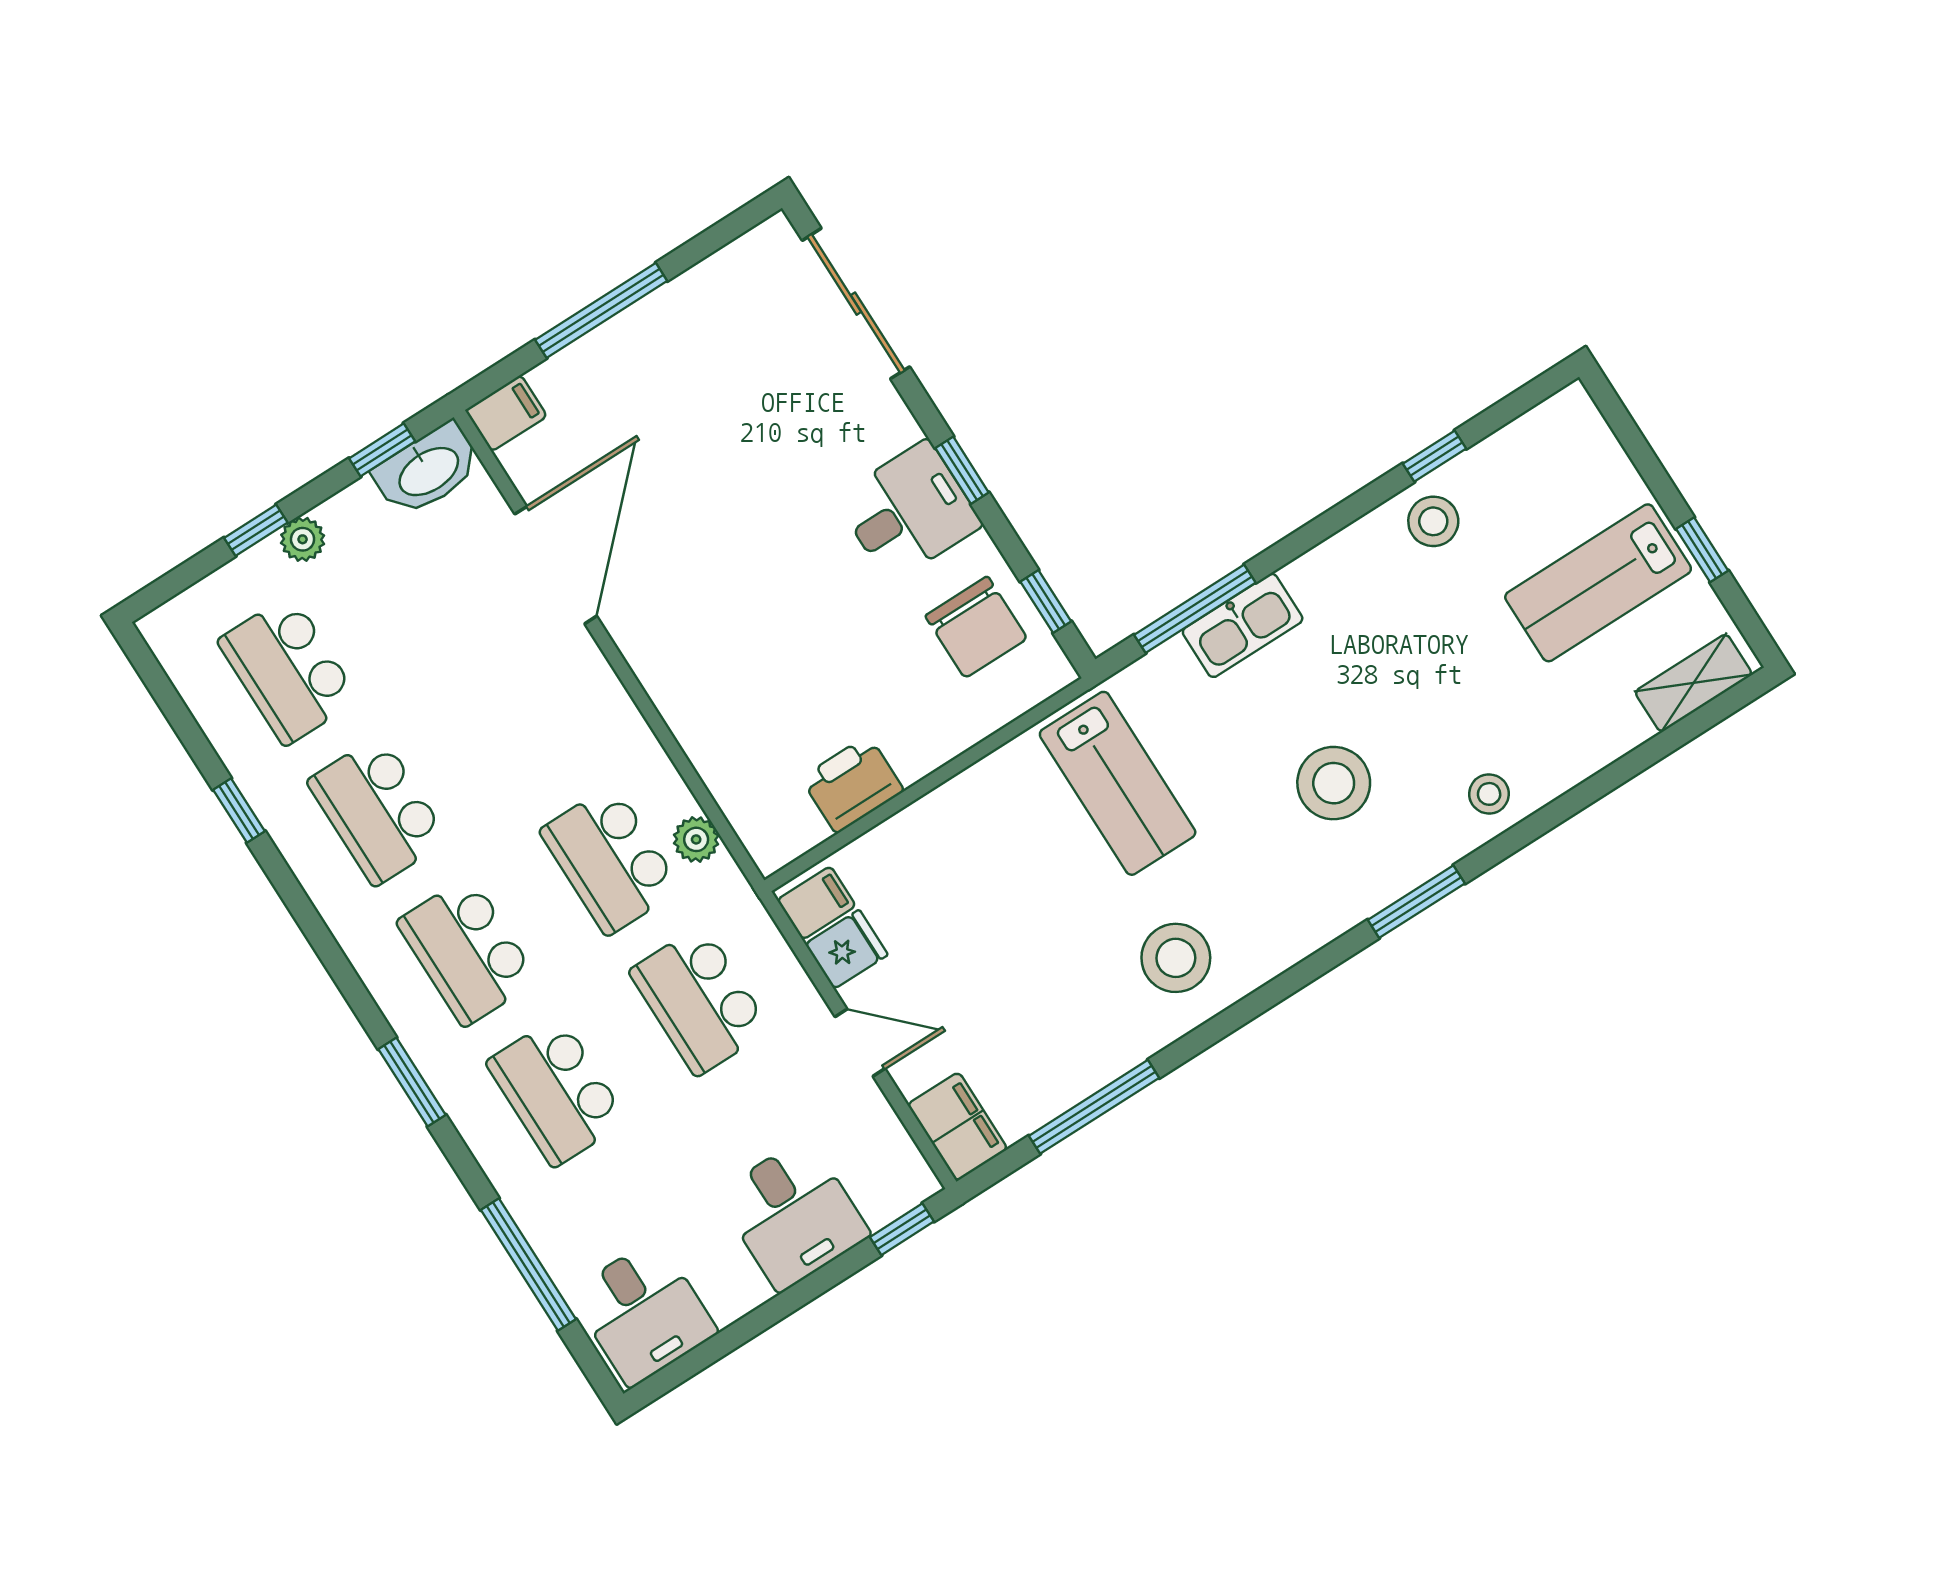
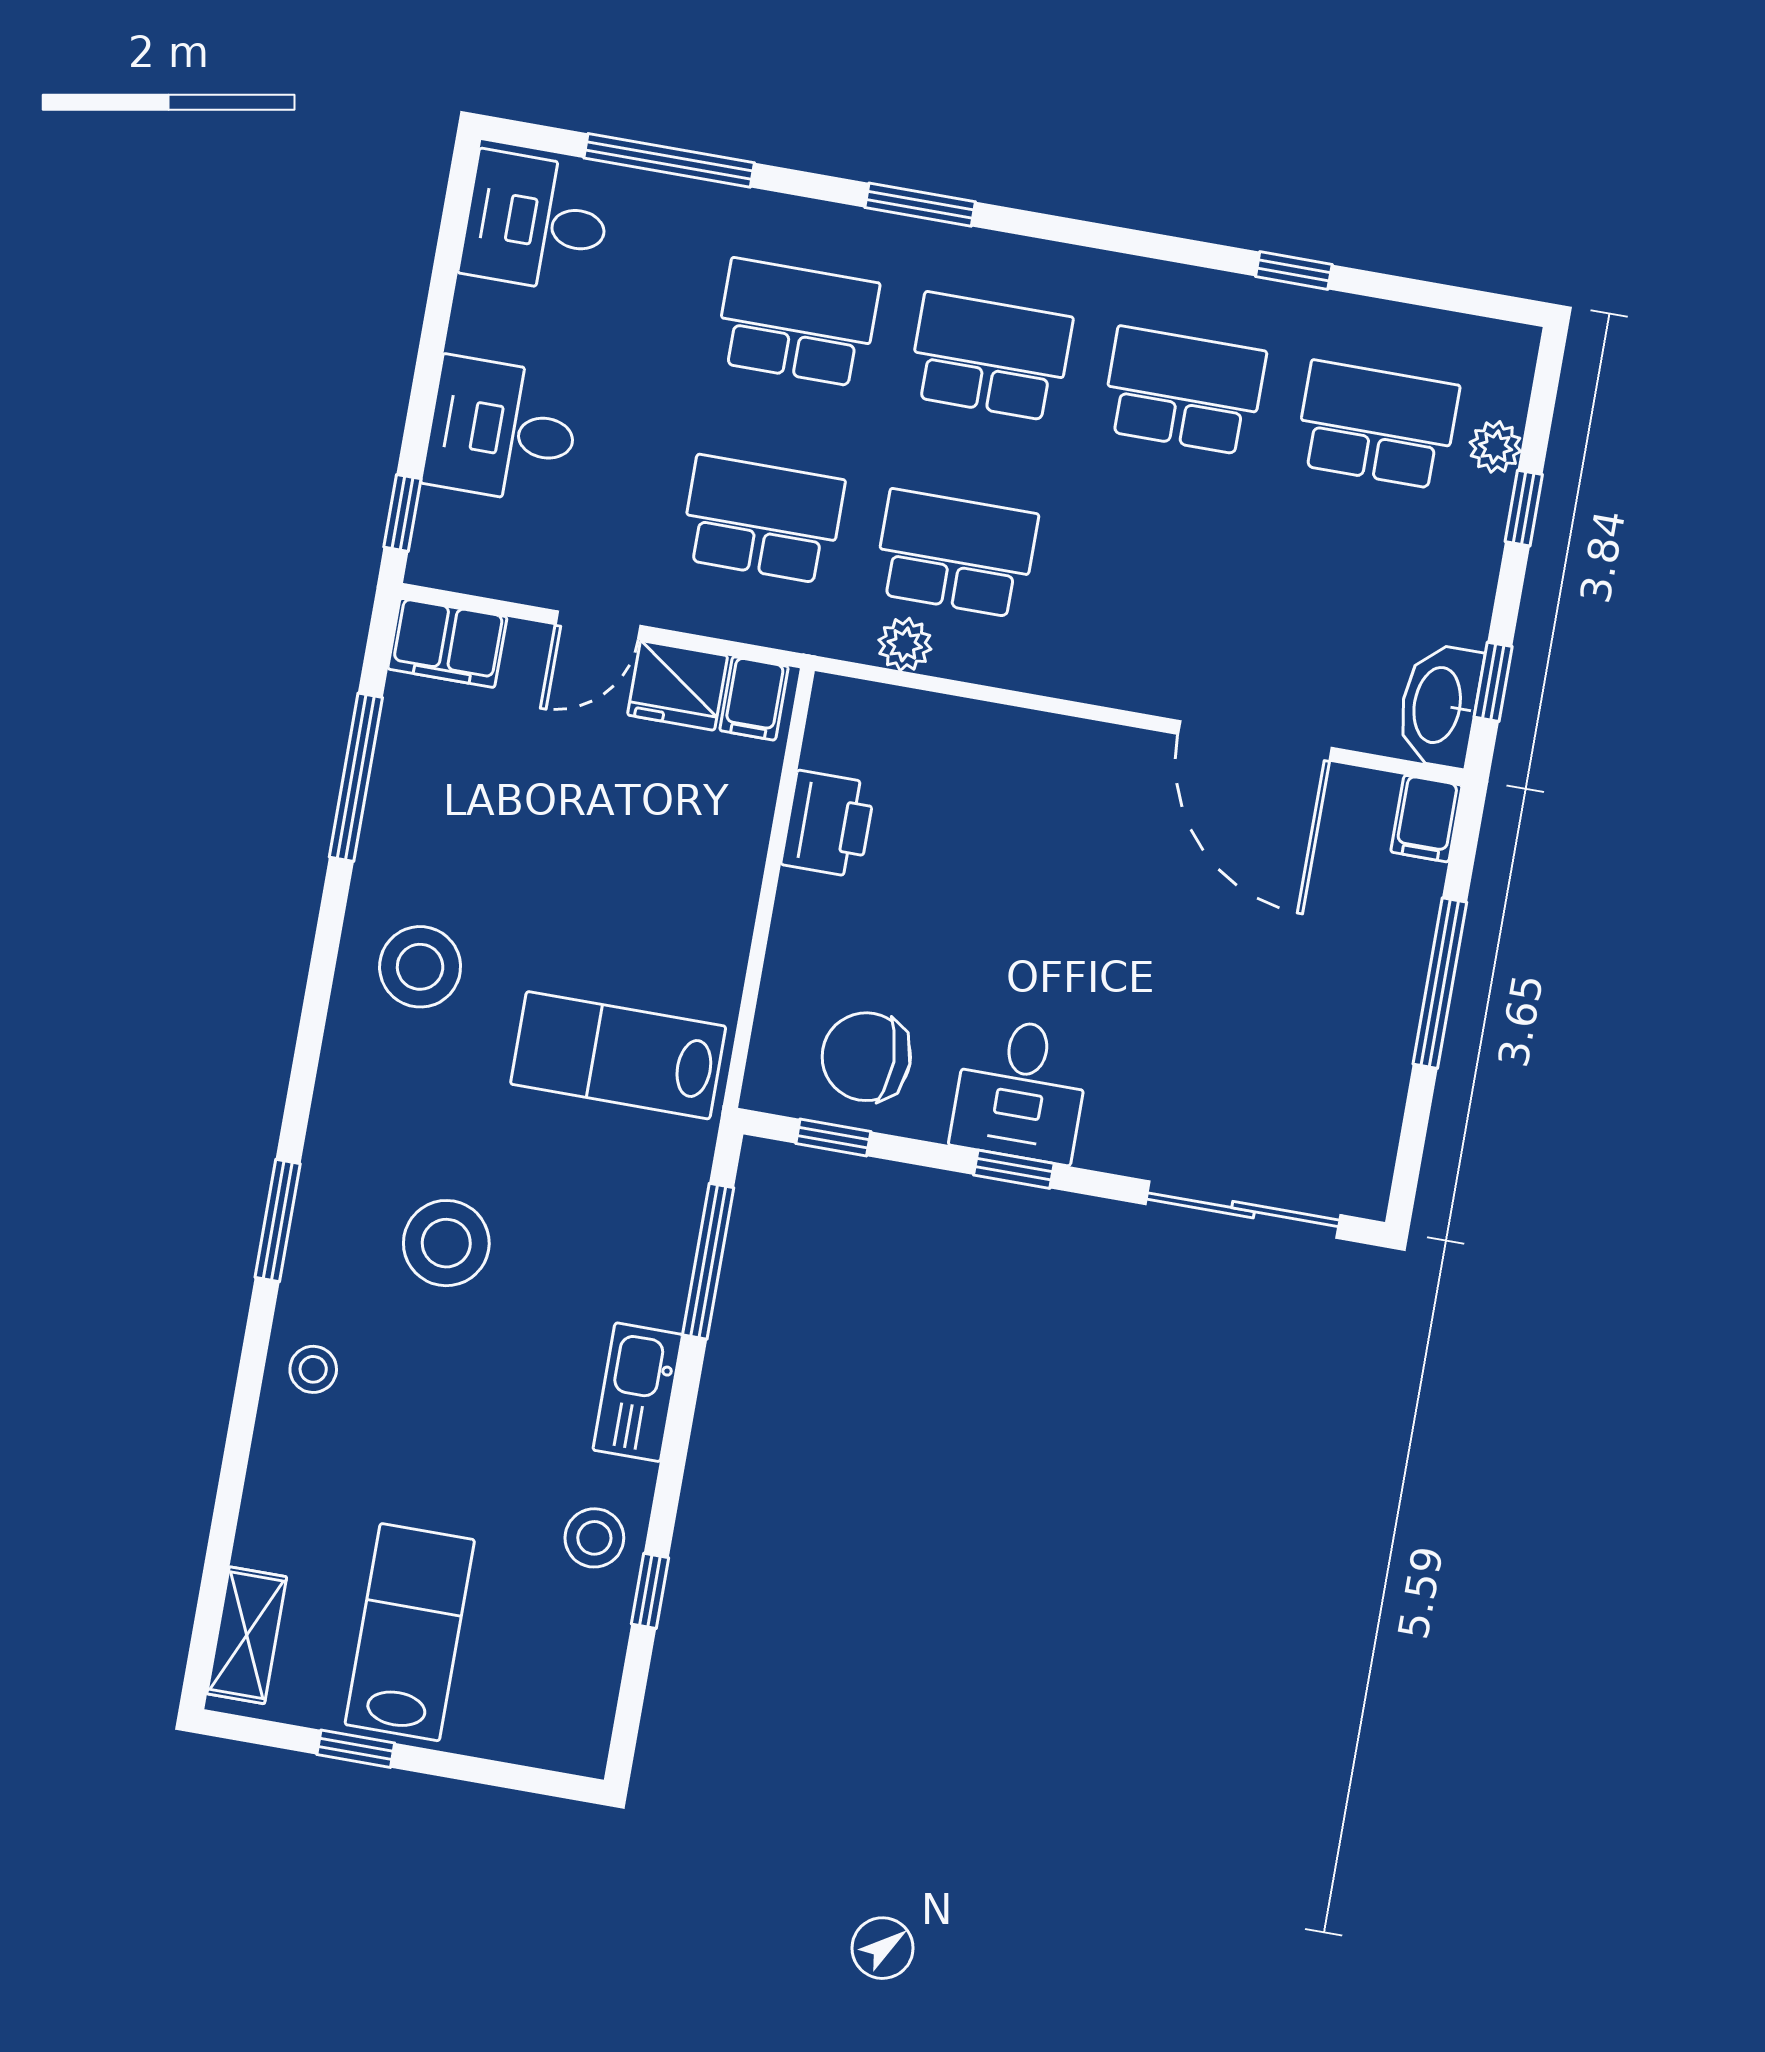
plant: (303, 539) -> (1495, 447), moved
kitchen sink: (1243, 625) -> (638, 1392), moved
fridge: (846, 949) -> (678, 685), width x1.38

